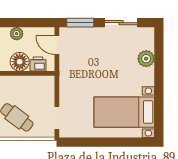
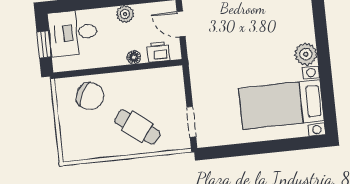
plant: (146, 59) -> (306, 54), moved
floor lamp: (20, 62) -> (134, 57), width x0.53, depth x0.53

